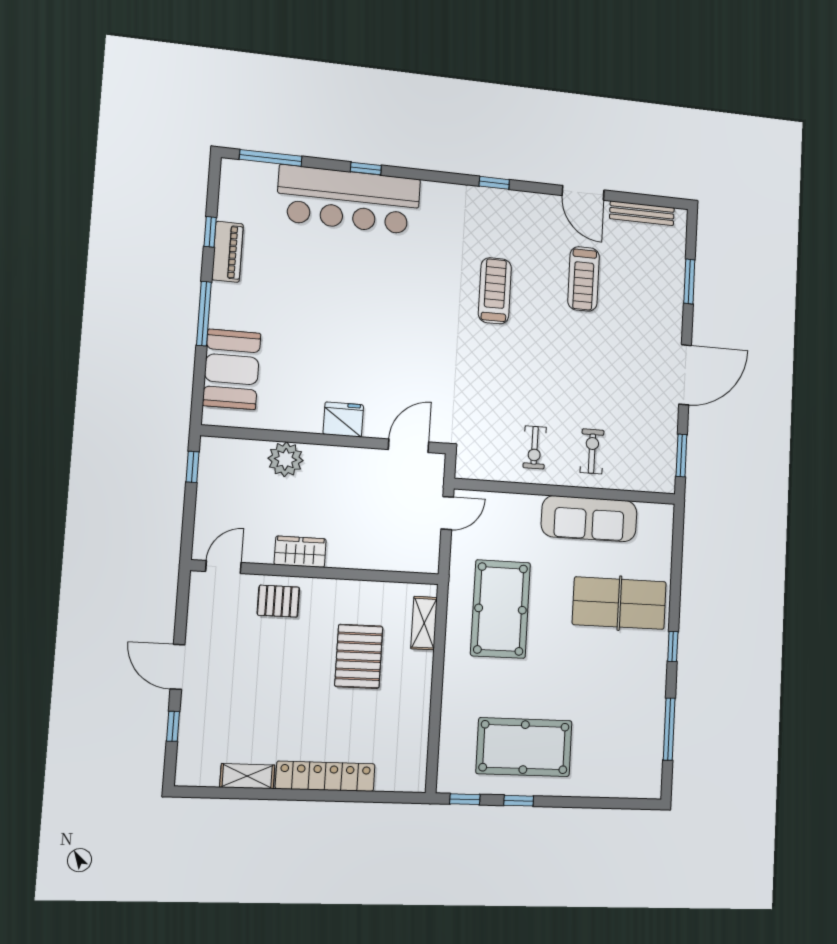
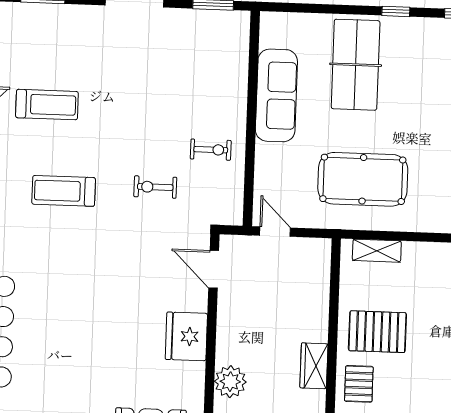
fridge: (343, 419) -> (186, 336), width x1.36, depth x1.34
exercise bike: (592, 451) -> (155, 187), moved
pallet: (359, 656) -> (377, 332), moved

